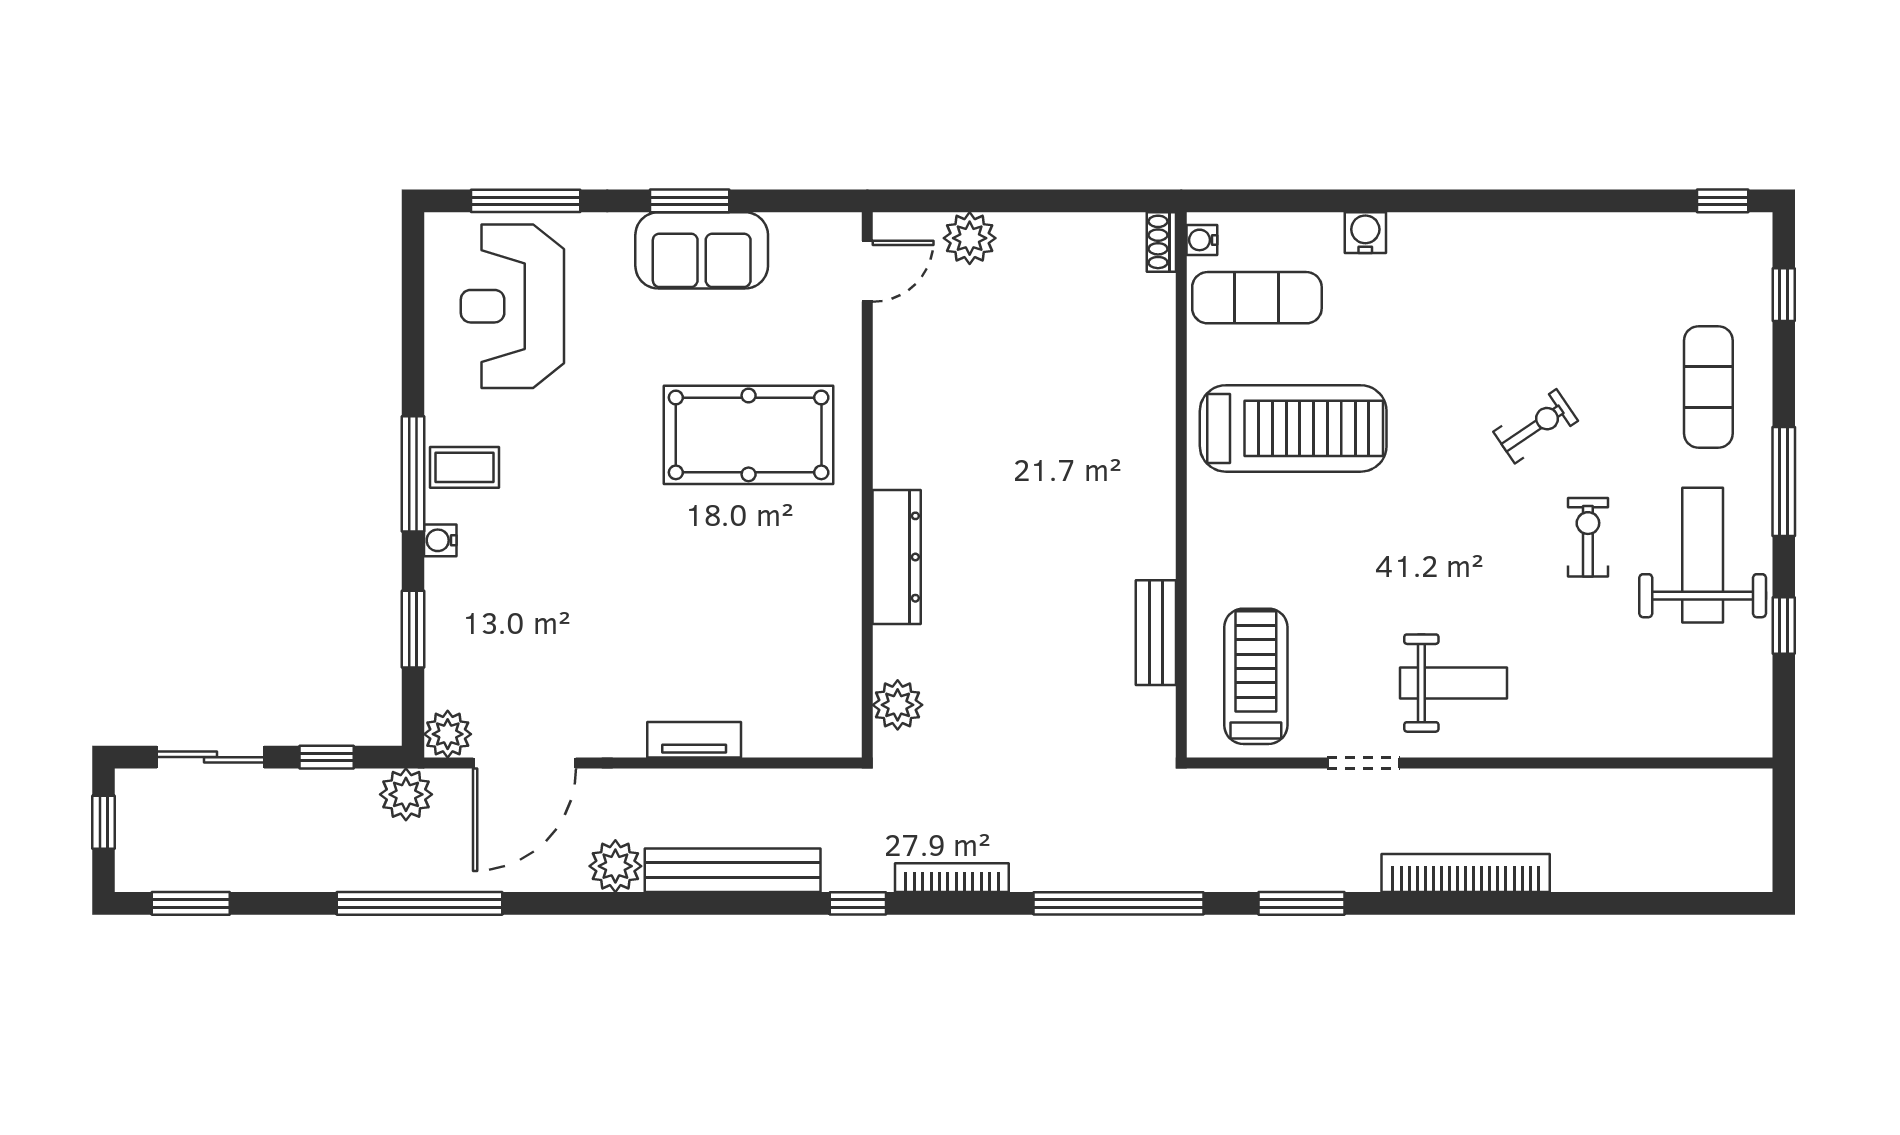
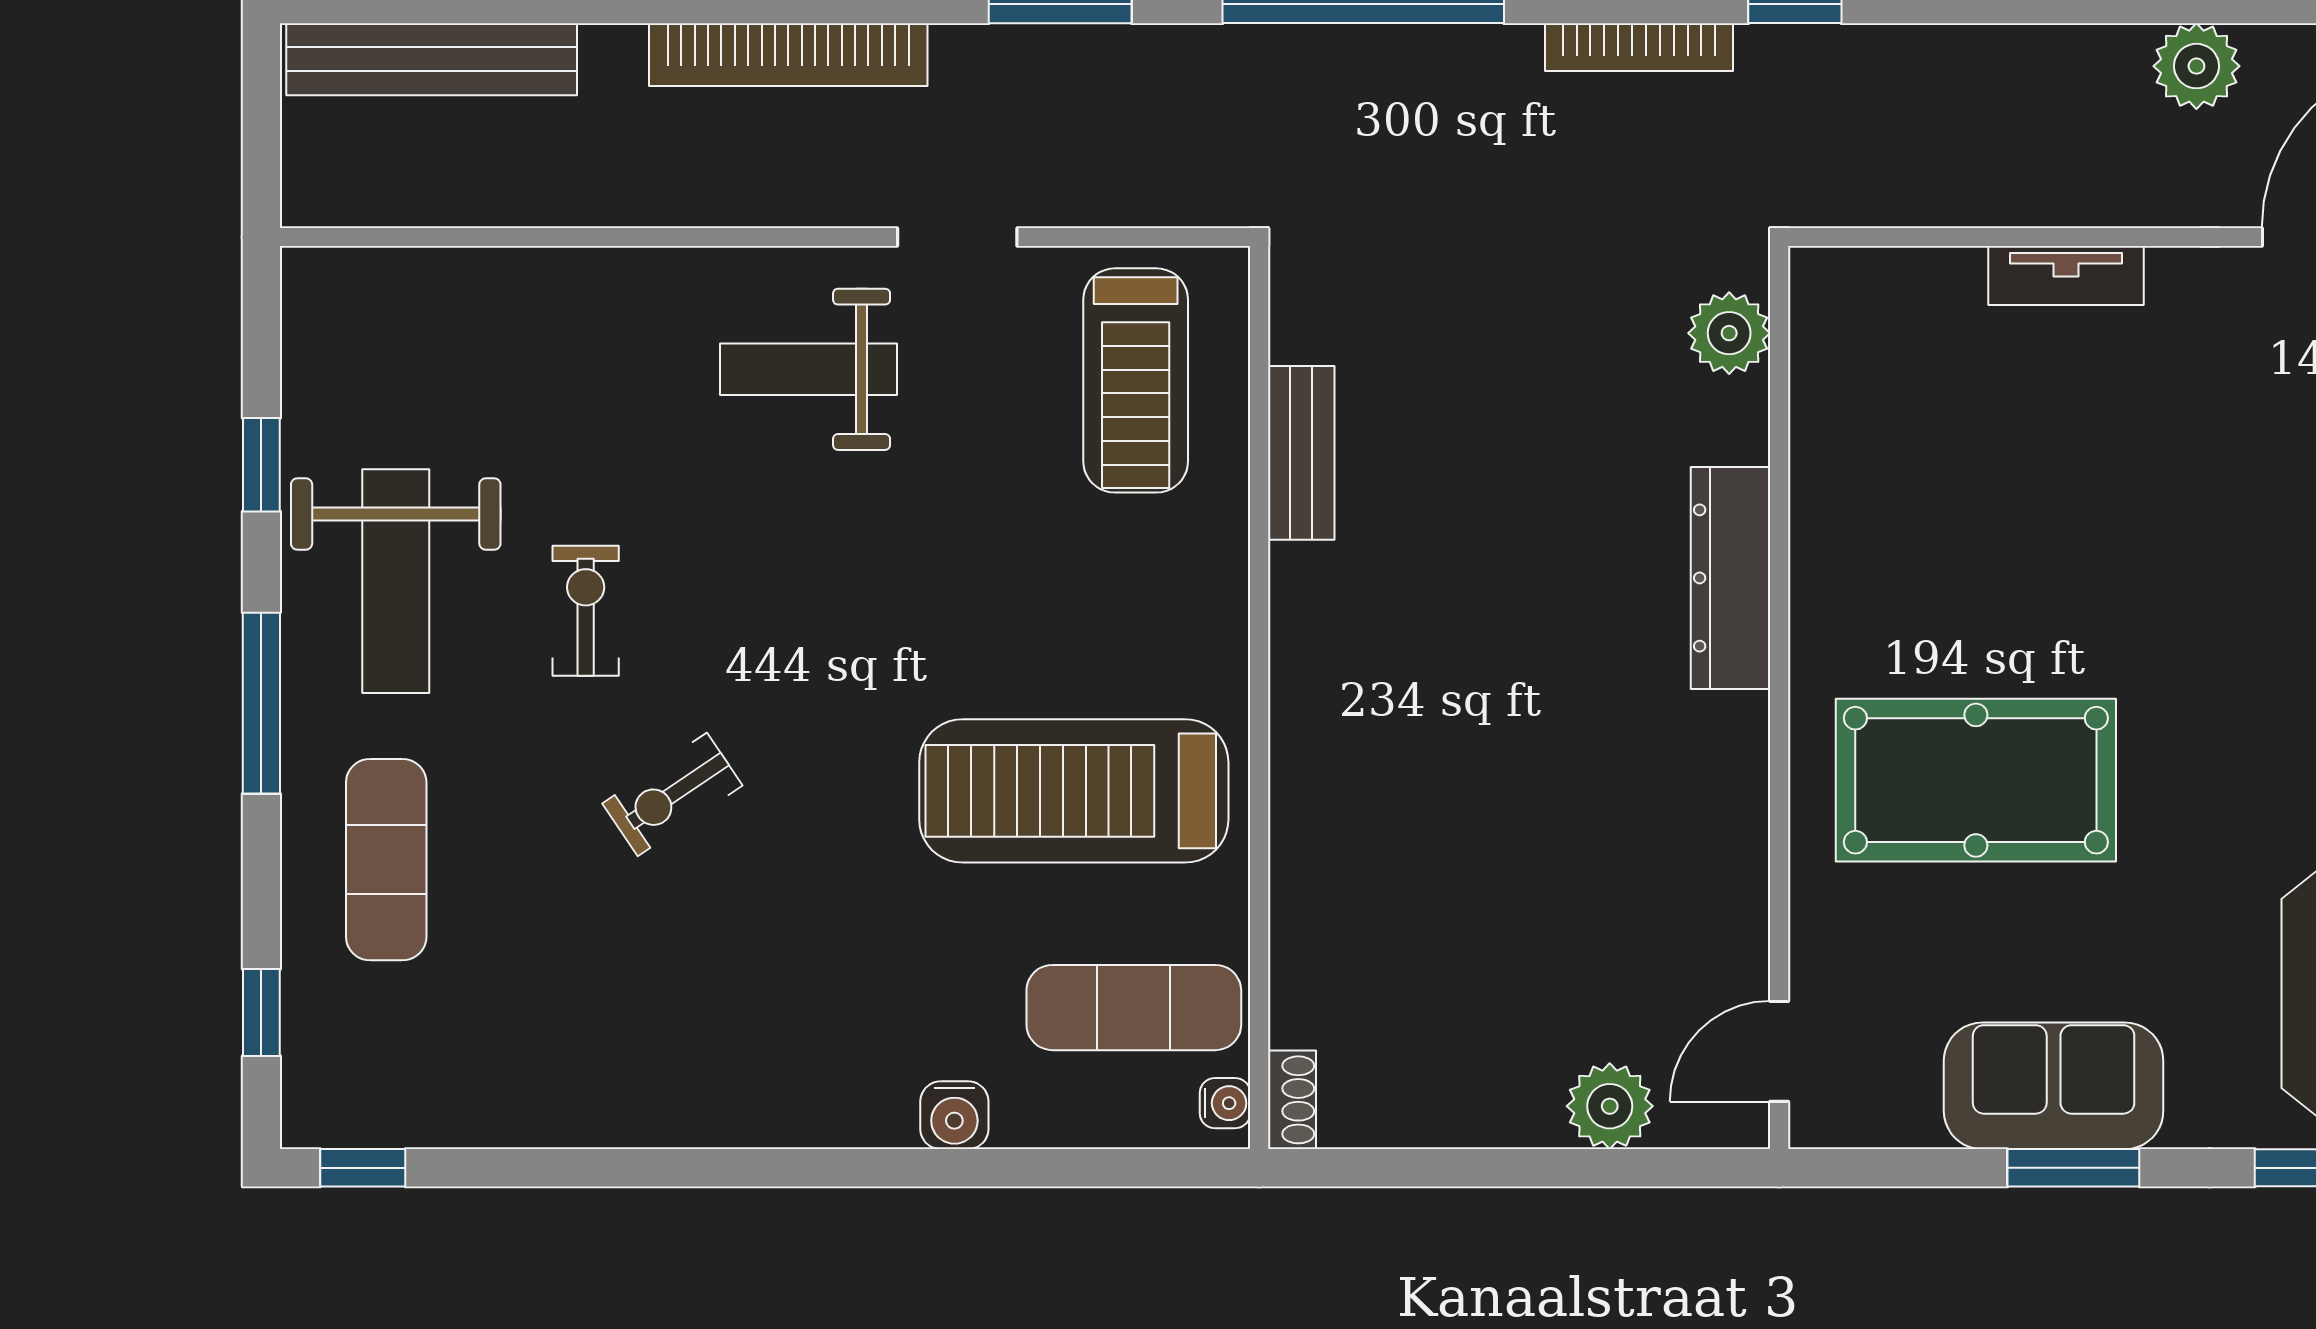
exercise bike: (1588, 537) -> (586, 611), turned 180
bench: (733, 870) -> (432, 59), moved

